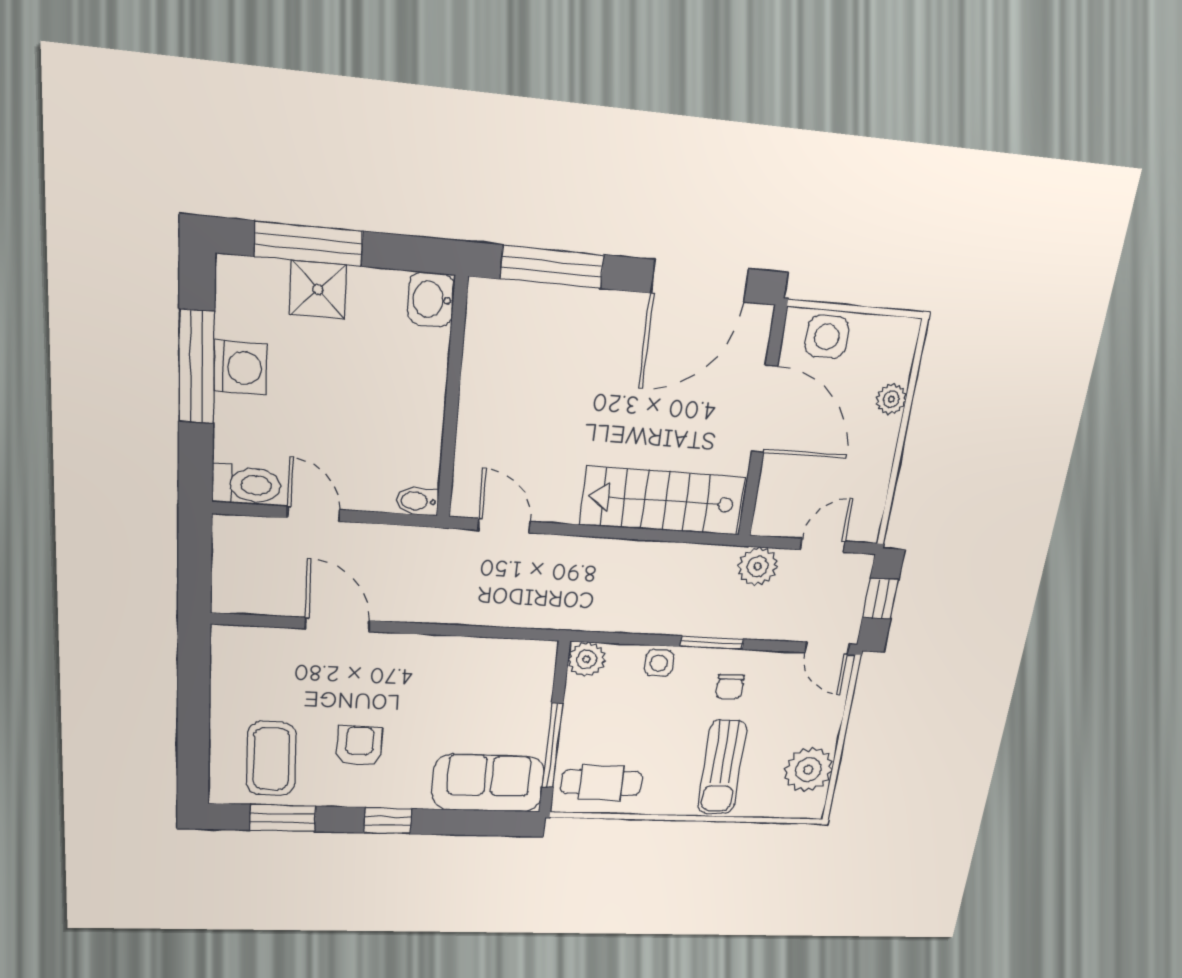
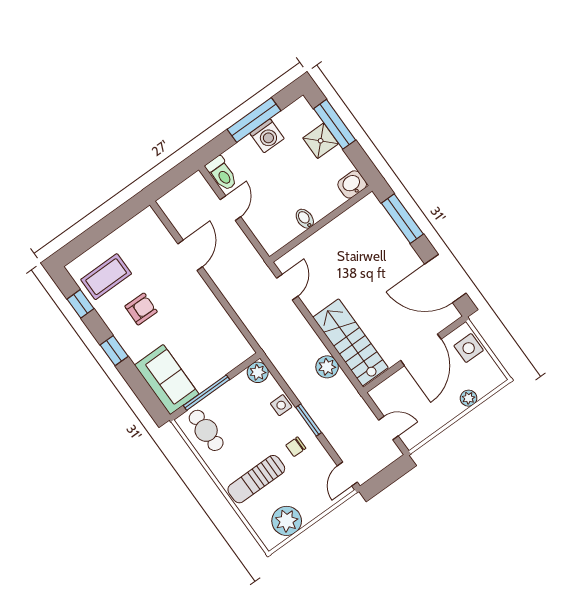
bidet: (418, 501) -> (305, 219), moved
plant: (758, 566) -> (327, 367), moved
window: (881, 599) -> (388, 476), removed
window: (283, 818) -> (80, 304), width x0.67

